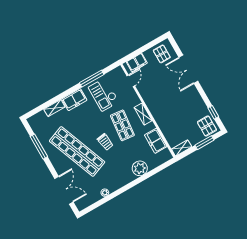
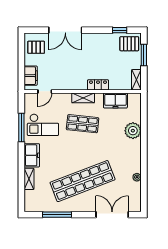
door: (131, 81) -> (45, 91), swing flipped
locker: (160, 120) -> (98, 85), added
trolley: (105, 142) -> (89, 149), removed

